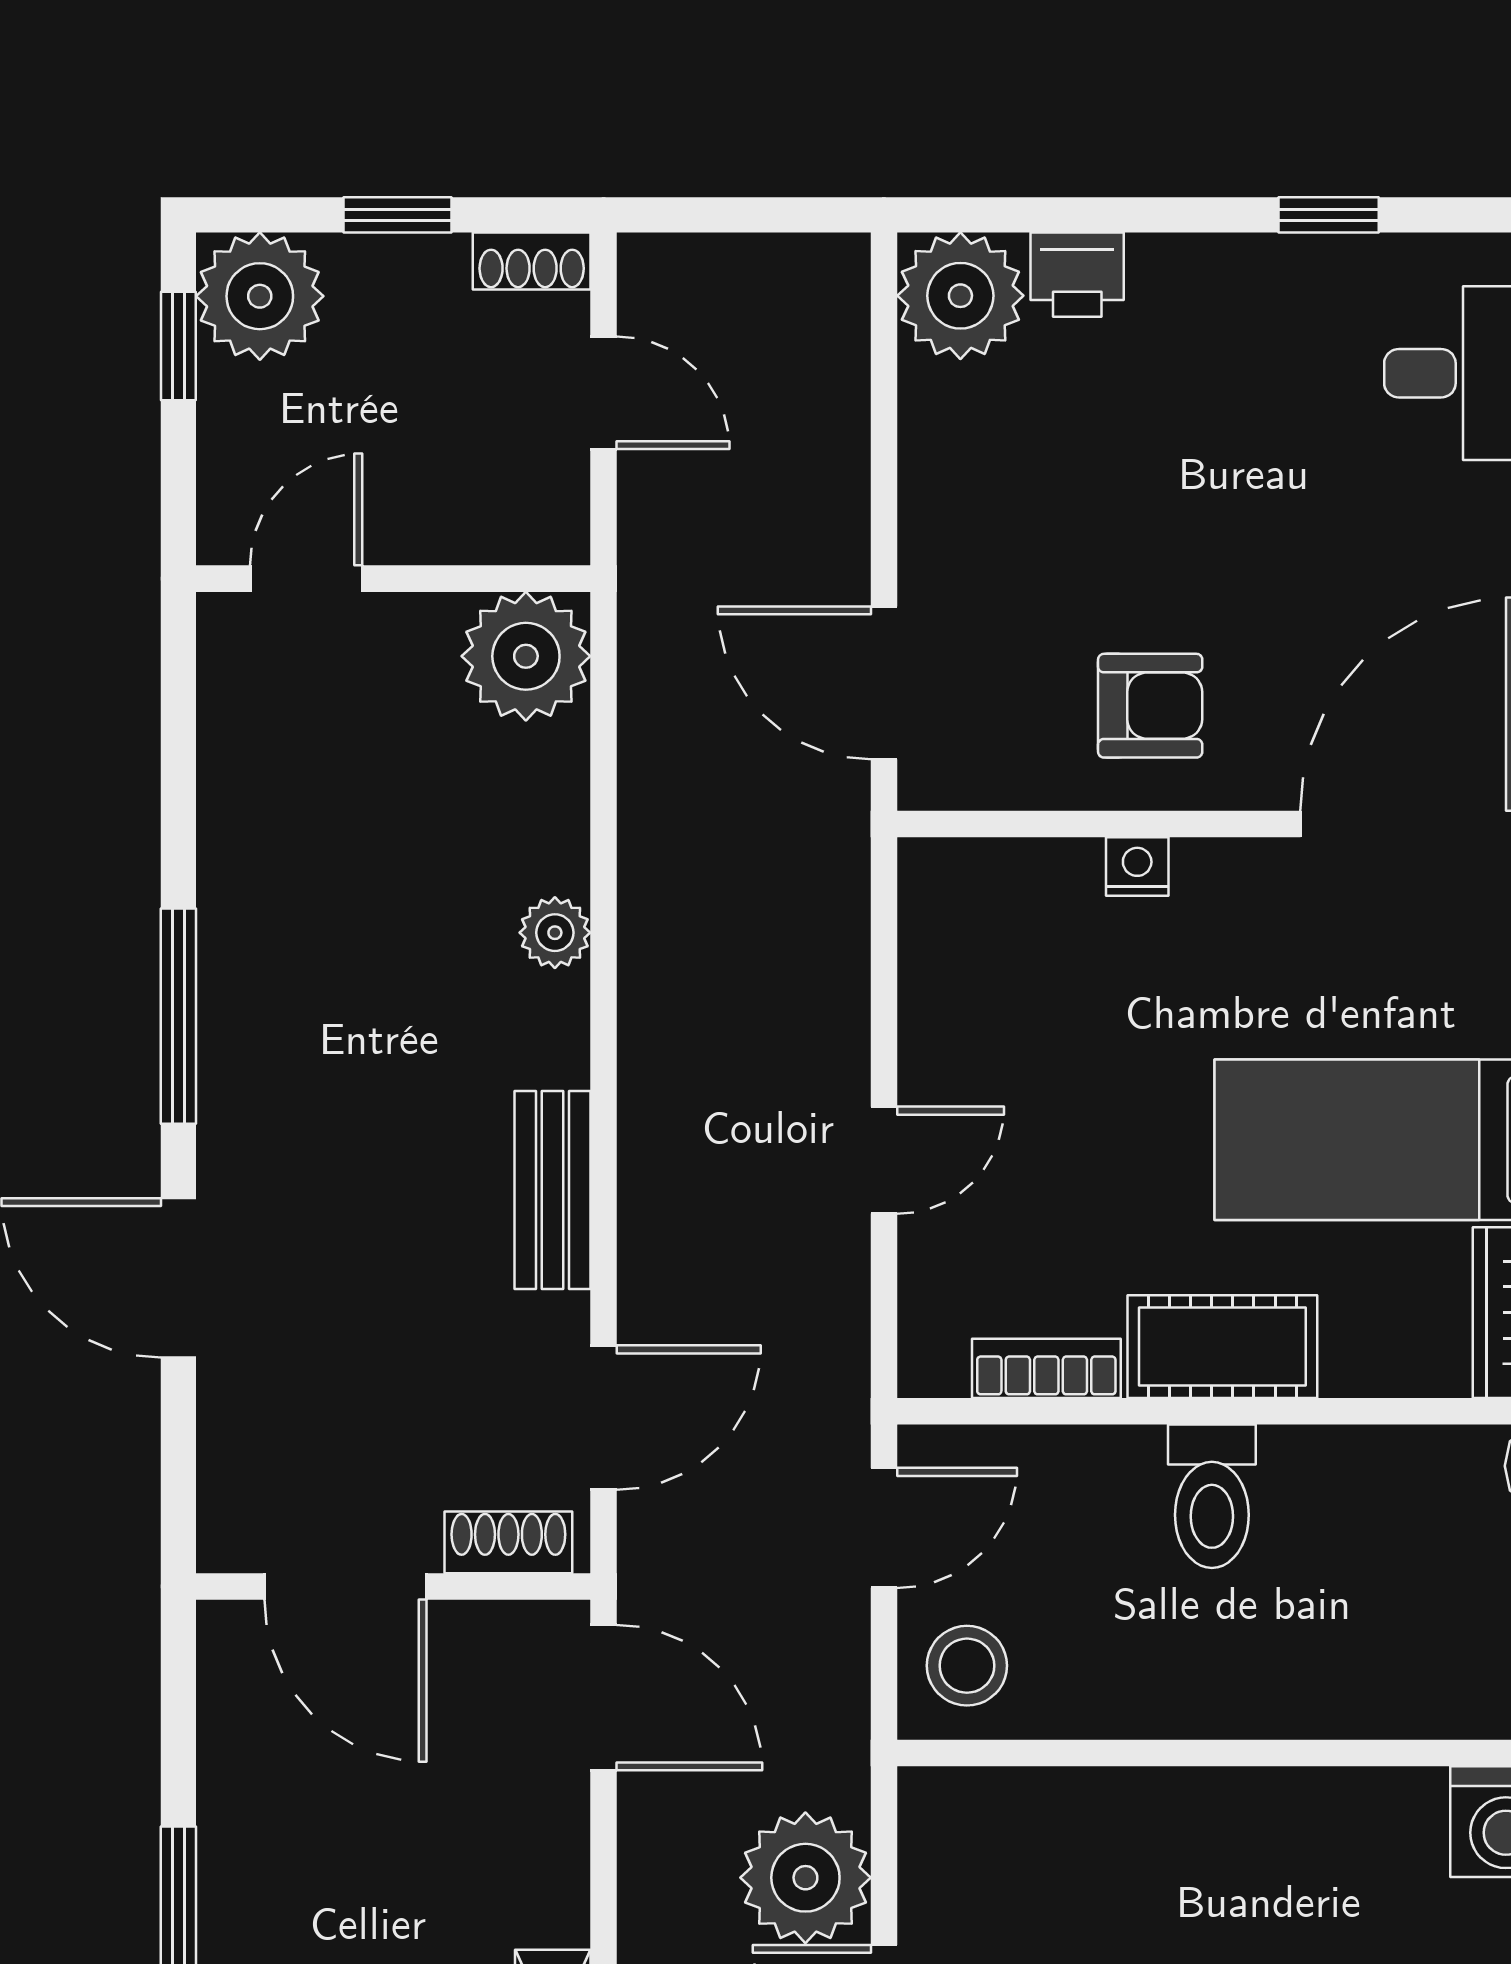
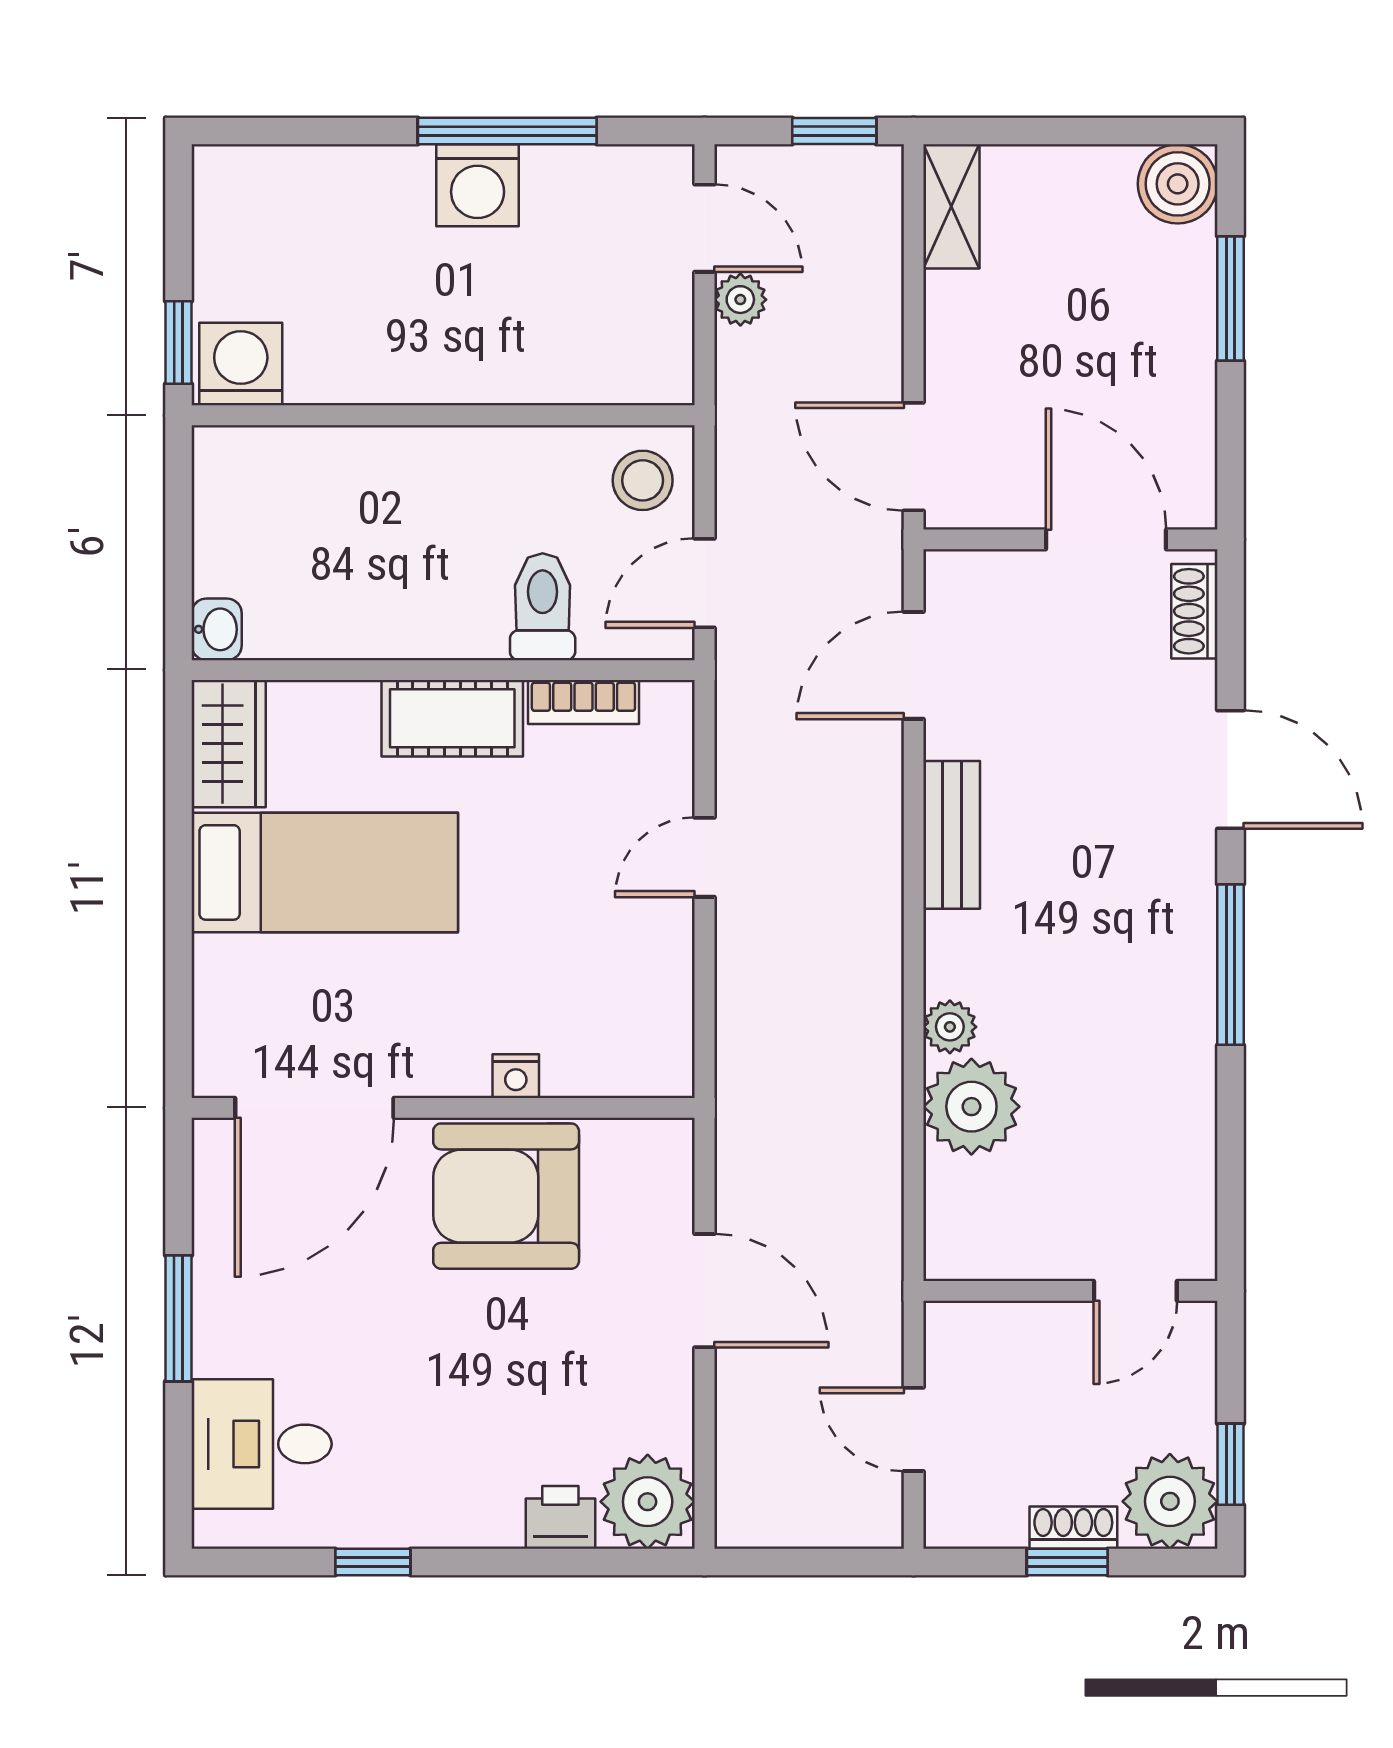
shoe rack: (532, 261) -> (1073, 1528), moved
plant: (526, 656) -> (971, 1107), moved
door: (884, 683) -> (705, 1291), moved
armchair: (1150, 706) -> (506, 1196), width x1.88, depth x1.88
toilet: (1212, 1496) -> (543, 607), moved
shoe rack: (508, 1542) -> (1194, 611), moved, turned 90
plant: (805, 1878) -> (740, 300), width x0.53, depth x0.53

